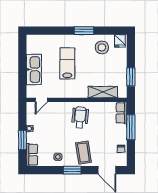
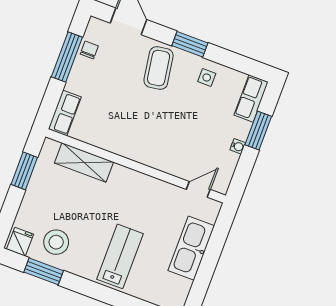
window: (84, 31) -> (44, 271), moved
lab bench: (67, 63) -> (120, 256), moved, turned 180
wheelchair: (80, 117) -> (141, 133), removed
window: (131, 127) -> (67, 57), moved

